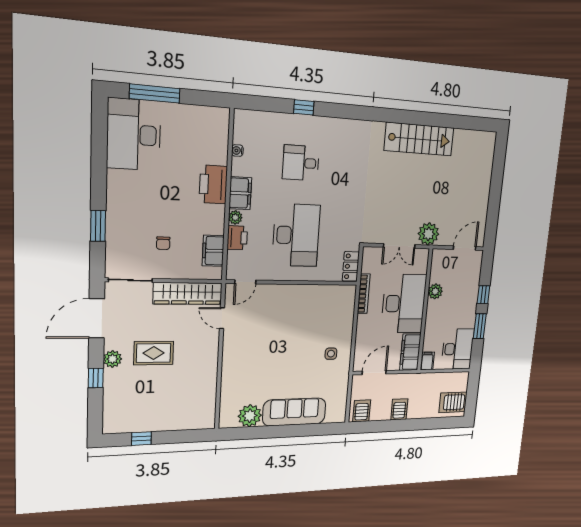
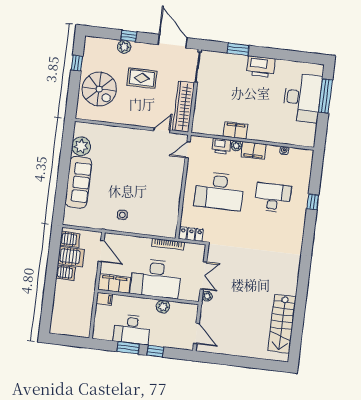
desk: (134, 135) -> (302, 98), moved, turned 90
stairs: (419, 139) -> (282, 324), moved
desk: (301, 163) -> (273, 198), width x1.37
printer: (213, 184) -> (261, 67), moved, turned 180
plant: (428, 234) -> (207, 296), width x0.53, depth x0.53
chair: (163, 243) -> (222, 92), removed
double door: (399, 246) -> (203, 275), swing flipped
filing cabinet: (213, 251) -> (235, 130), moved
door: (245, 282) -> (188, 150), hinge flipped
desk: (458, 349) -> (132, 329), moved
rug: (154, 353) -> (142, 78), turned 90
plant: (113, 359) -> (124, 47), moved
server rack: (453, 402) -> (71, 256), moved, turned 90
spiral stairs: (174, 405) -> (99, 89), added

